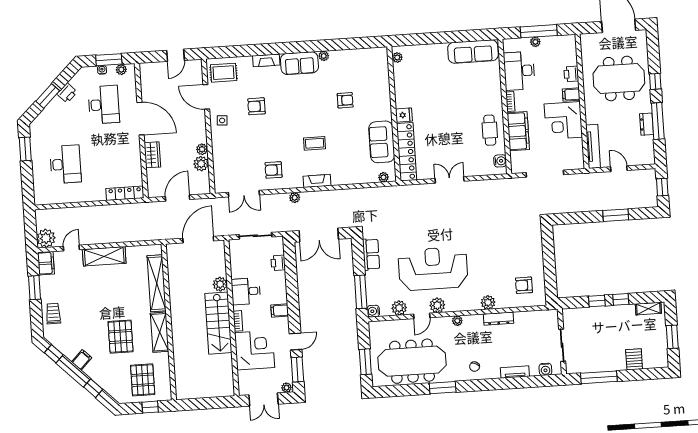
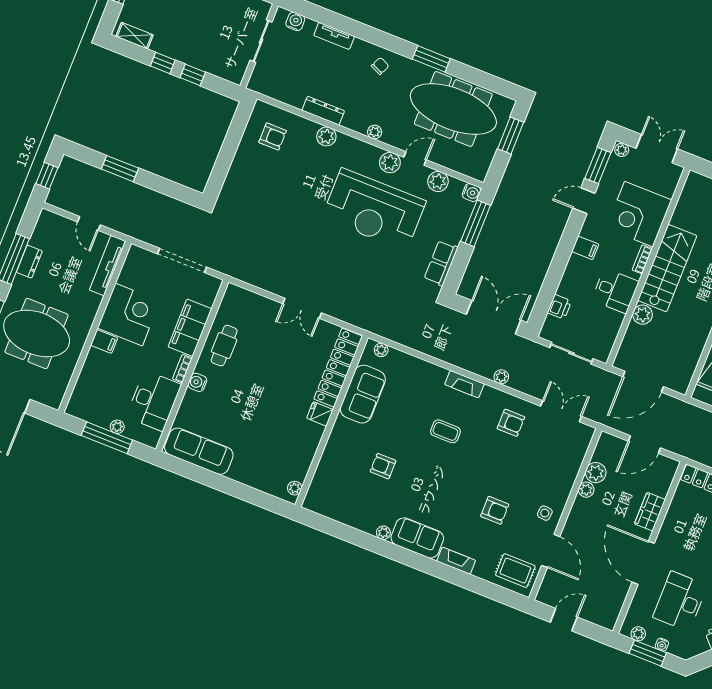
printer: (571, 74) -> (92, 367), removed
water cooler: (500, 161) -> (197, 382), moved

